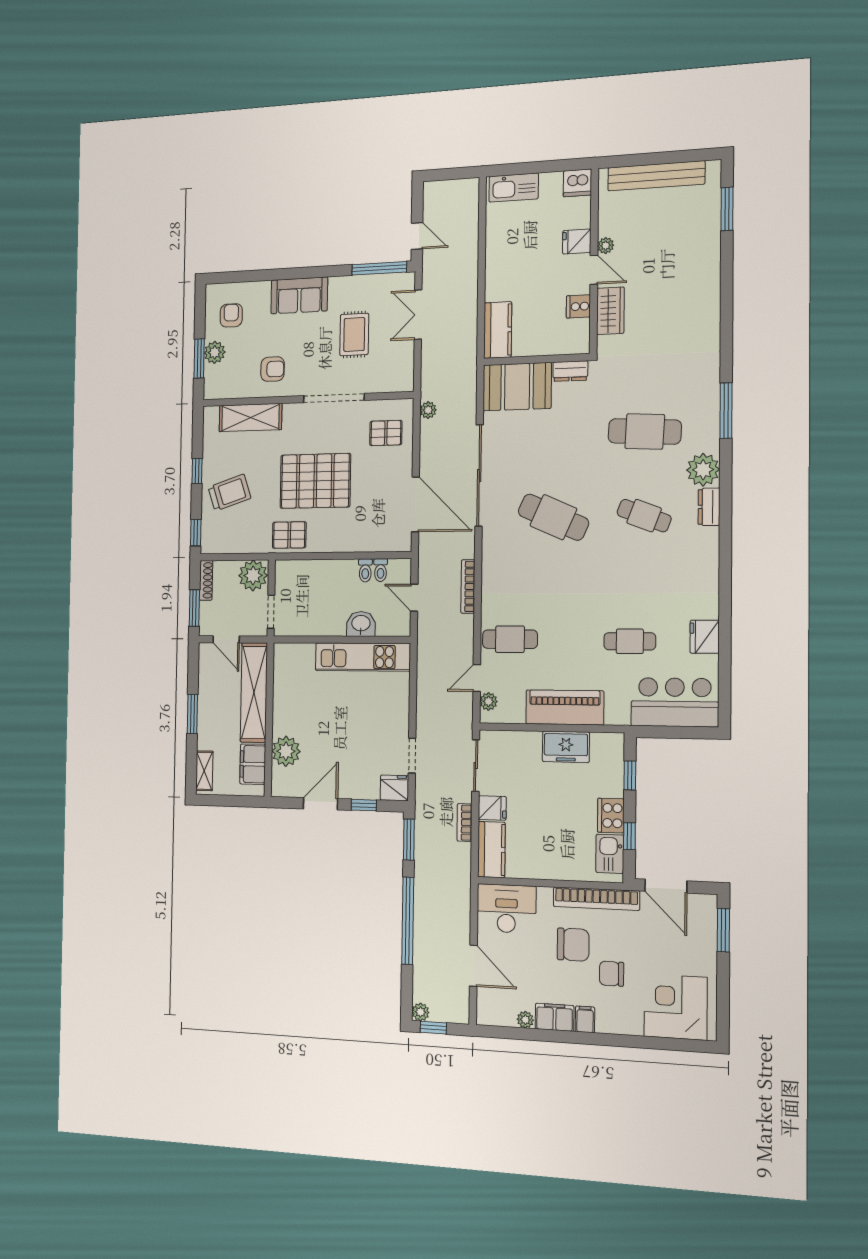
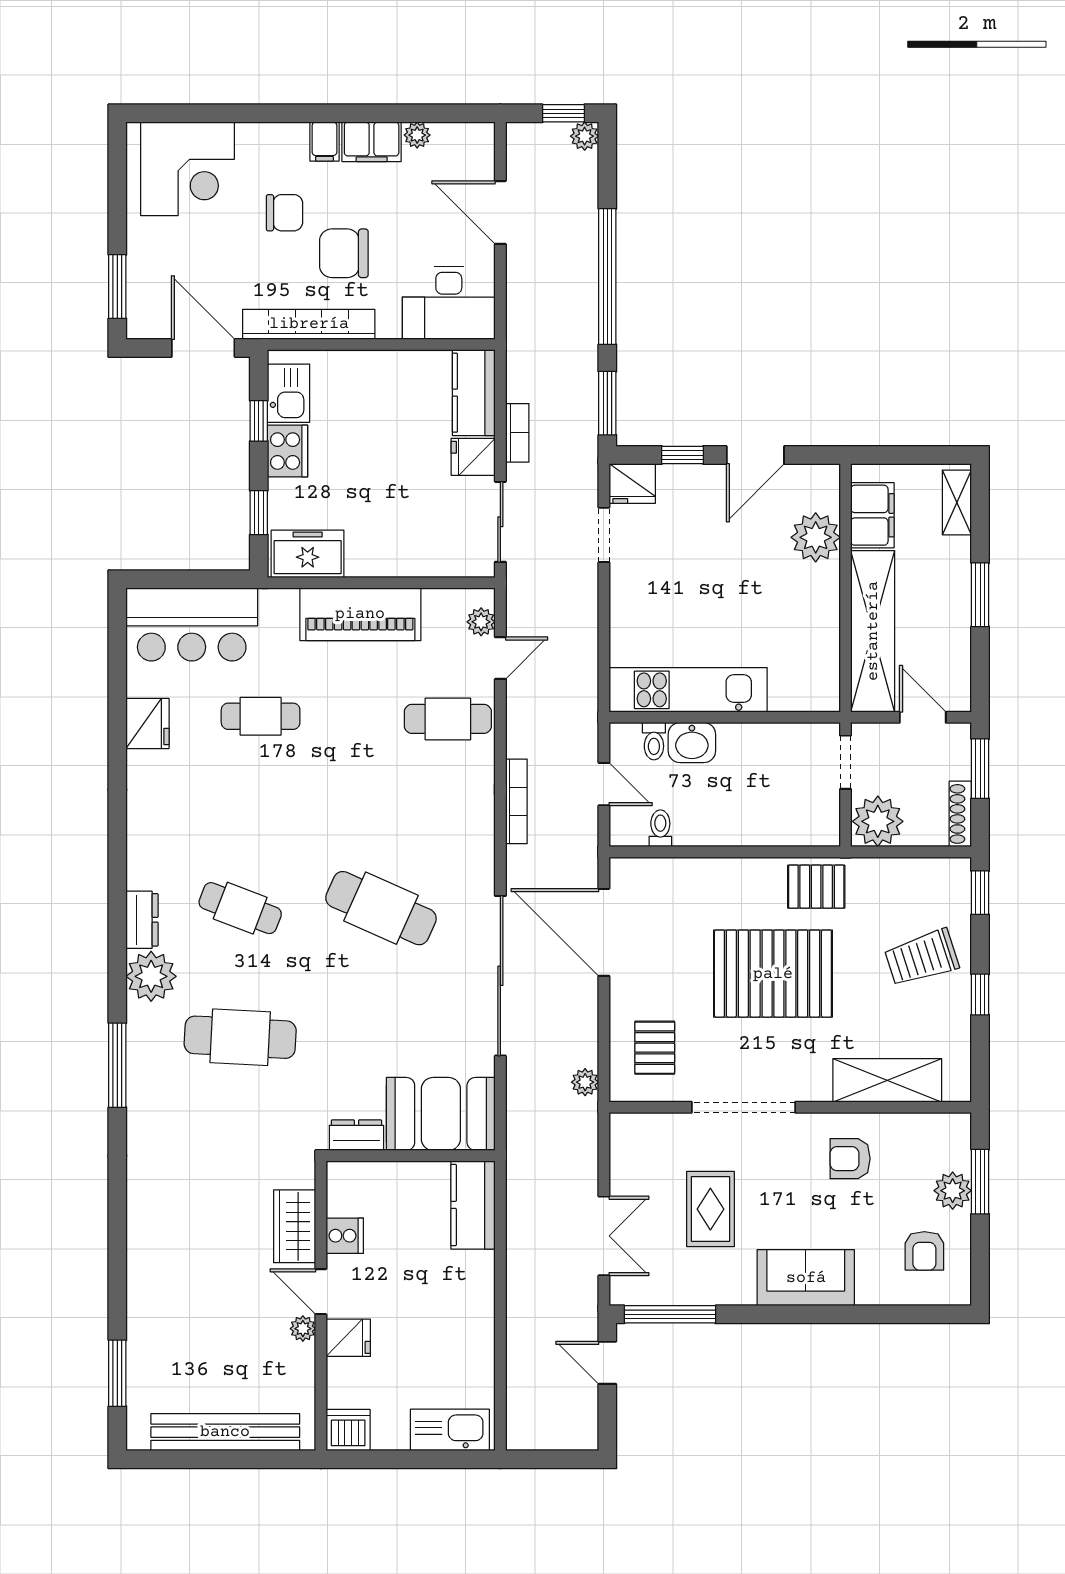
pallet: (386, 433) -> (655, 1048), turned 90
toilet: (365, 570) -> (654, 741), moved, turned 180
freezer: (566, 747) -> (308, 554), moved

